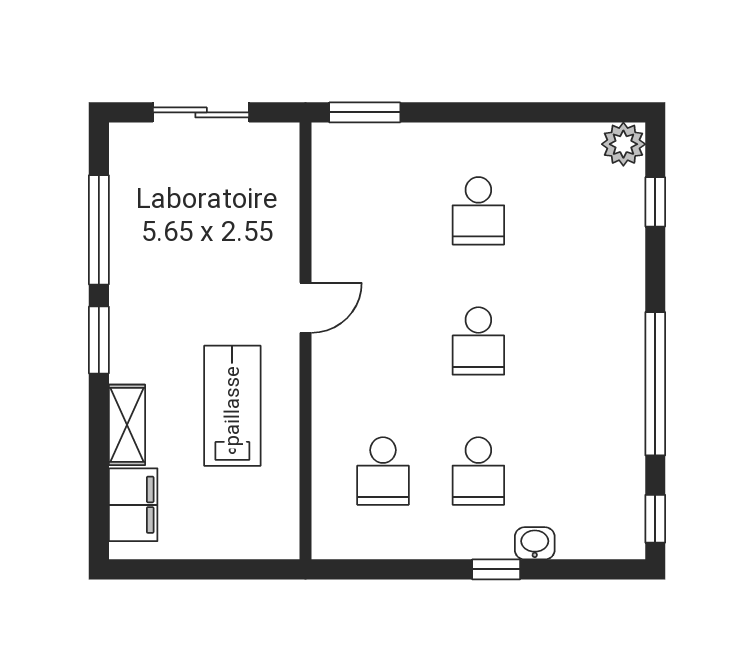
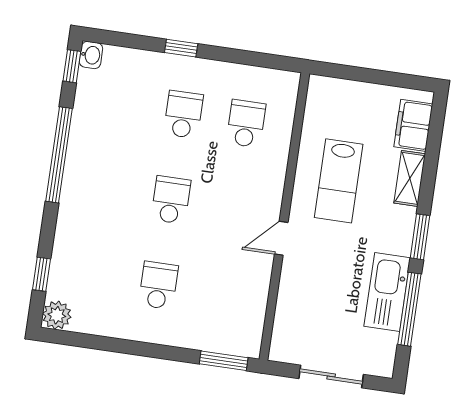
kitchen sink: (136, 251) -> (387, 292), added
washbasin: (535, 543) -> (91, 55), moved, turned -90

